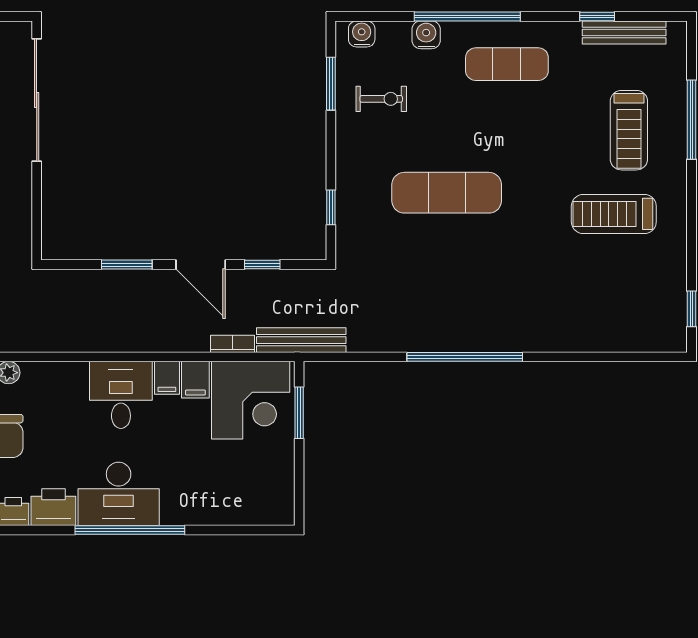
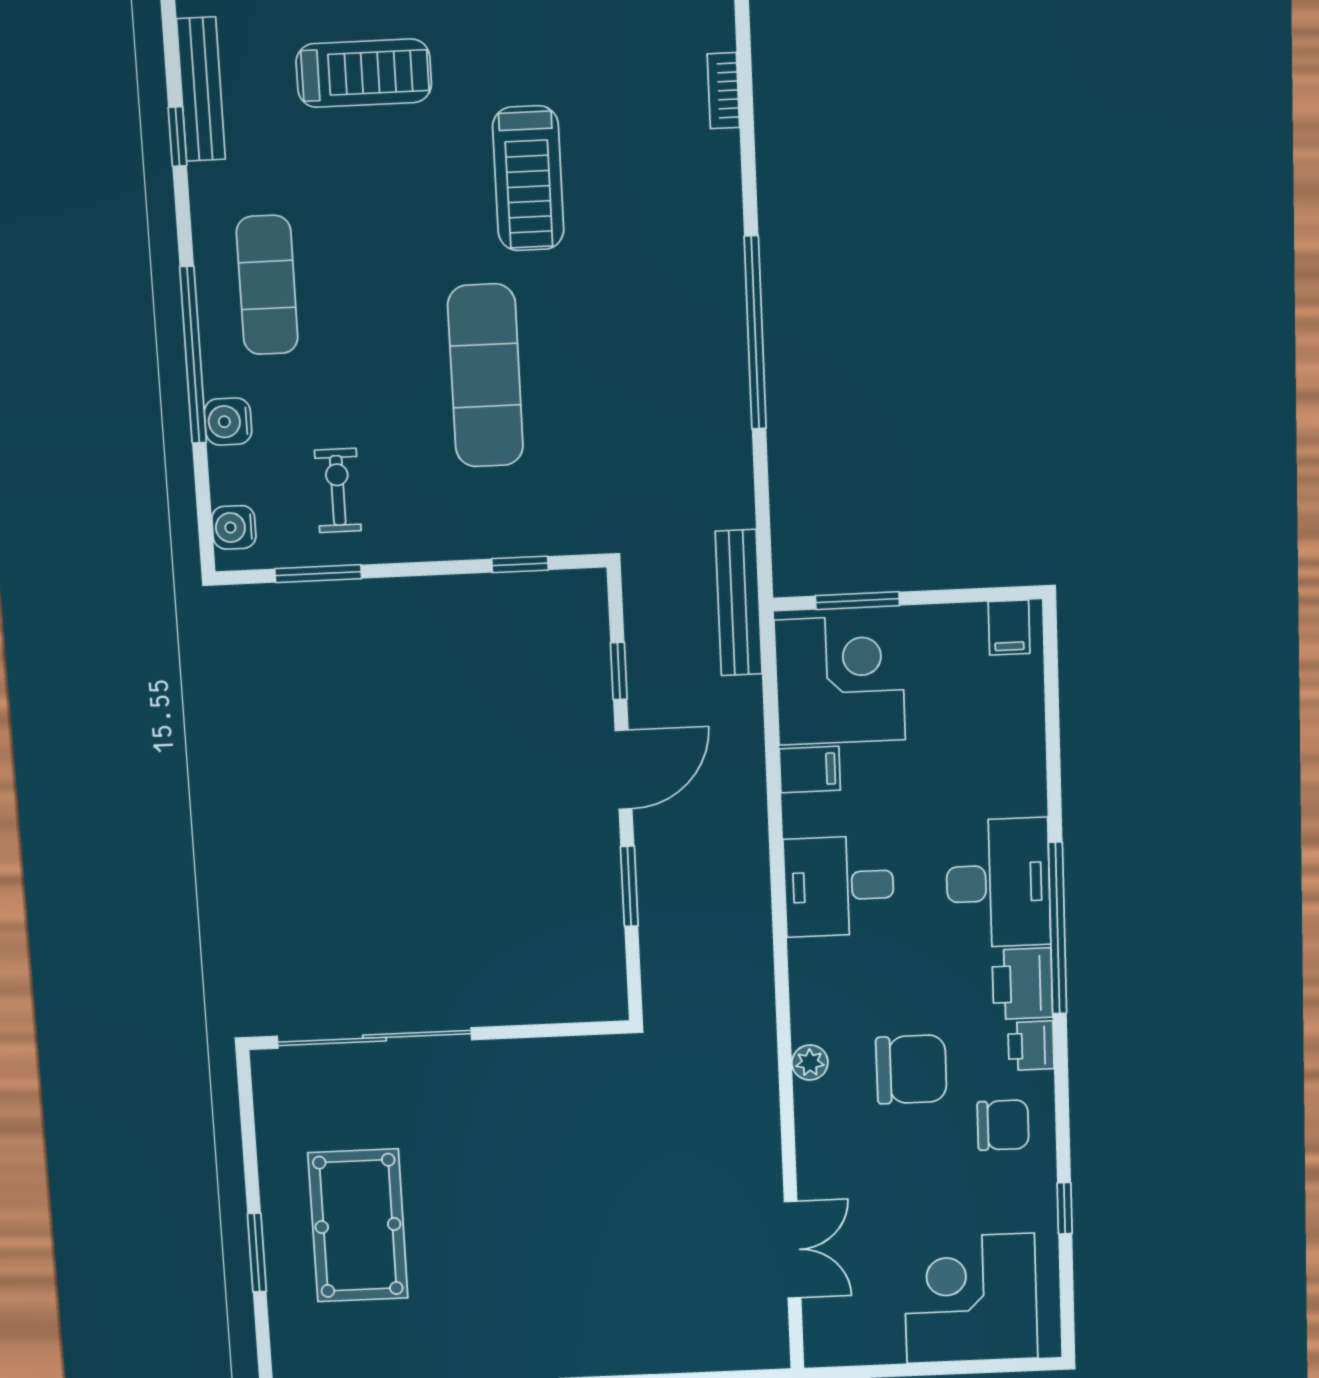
treadmill: (614, 214) -> (528, 178), moved
bookcase: (232, 344) -> (723, 91), moved
filing cabinet: (167, 378) -> (1009, 628), moved, turned 90
window: (130, 530) -> (1057, 928), moved

